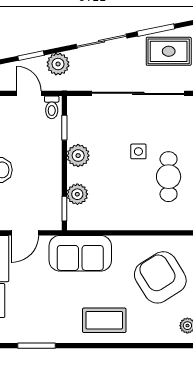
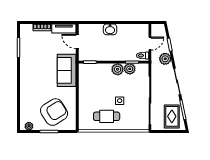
plant: (77, 194) -> (130, 69), moved
coffee table: (104, 320) -> (32, 83), removed

